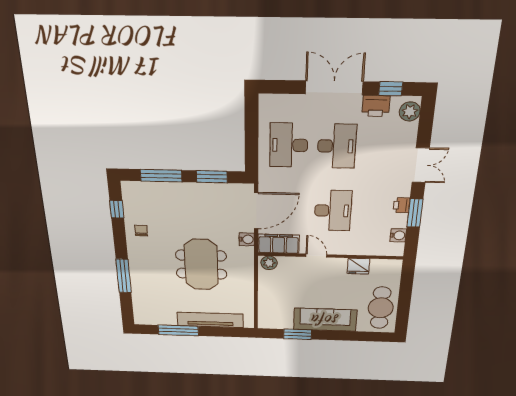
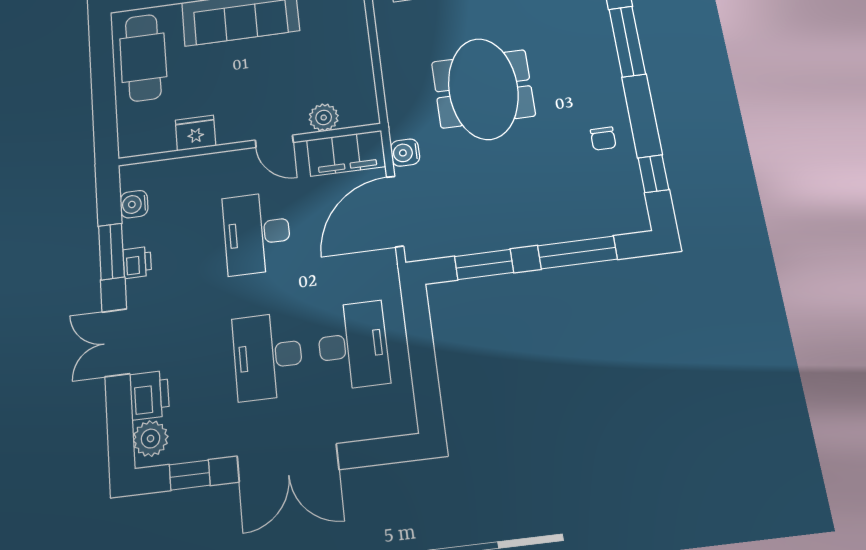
printer: (376, 106) -> (149, 395), moved, turned 90
plant: (269, 263) -> (324, 118), moved

